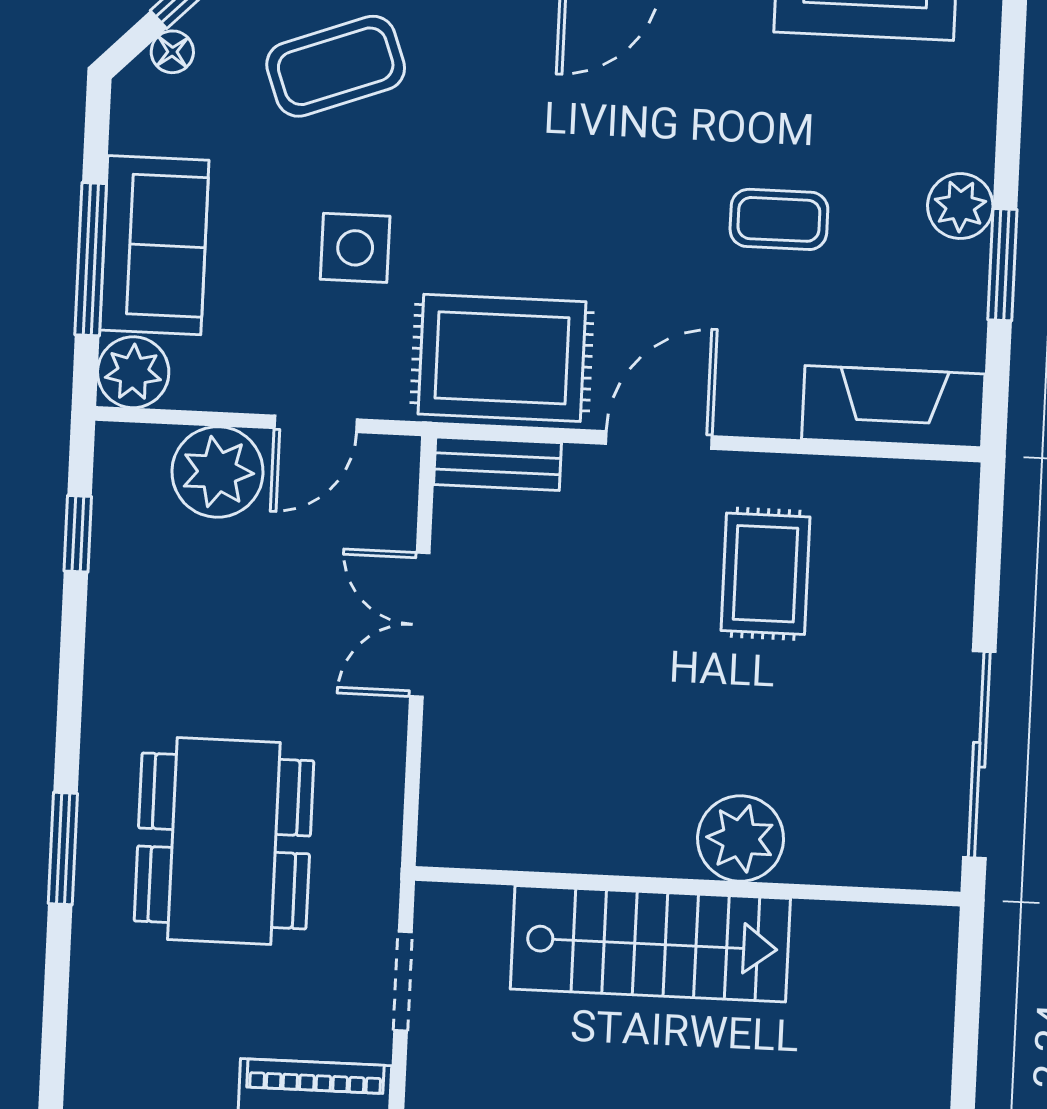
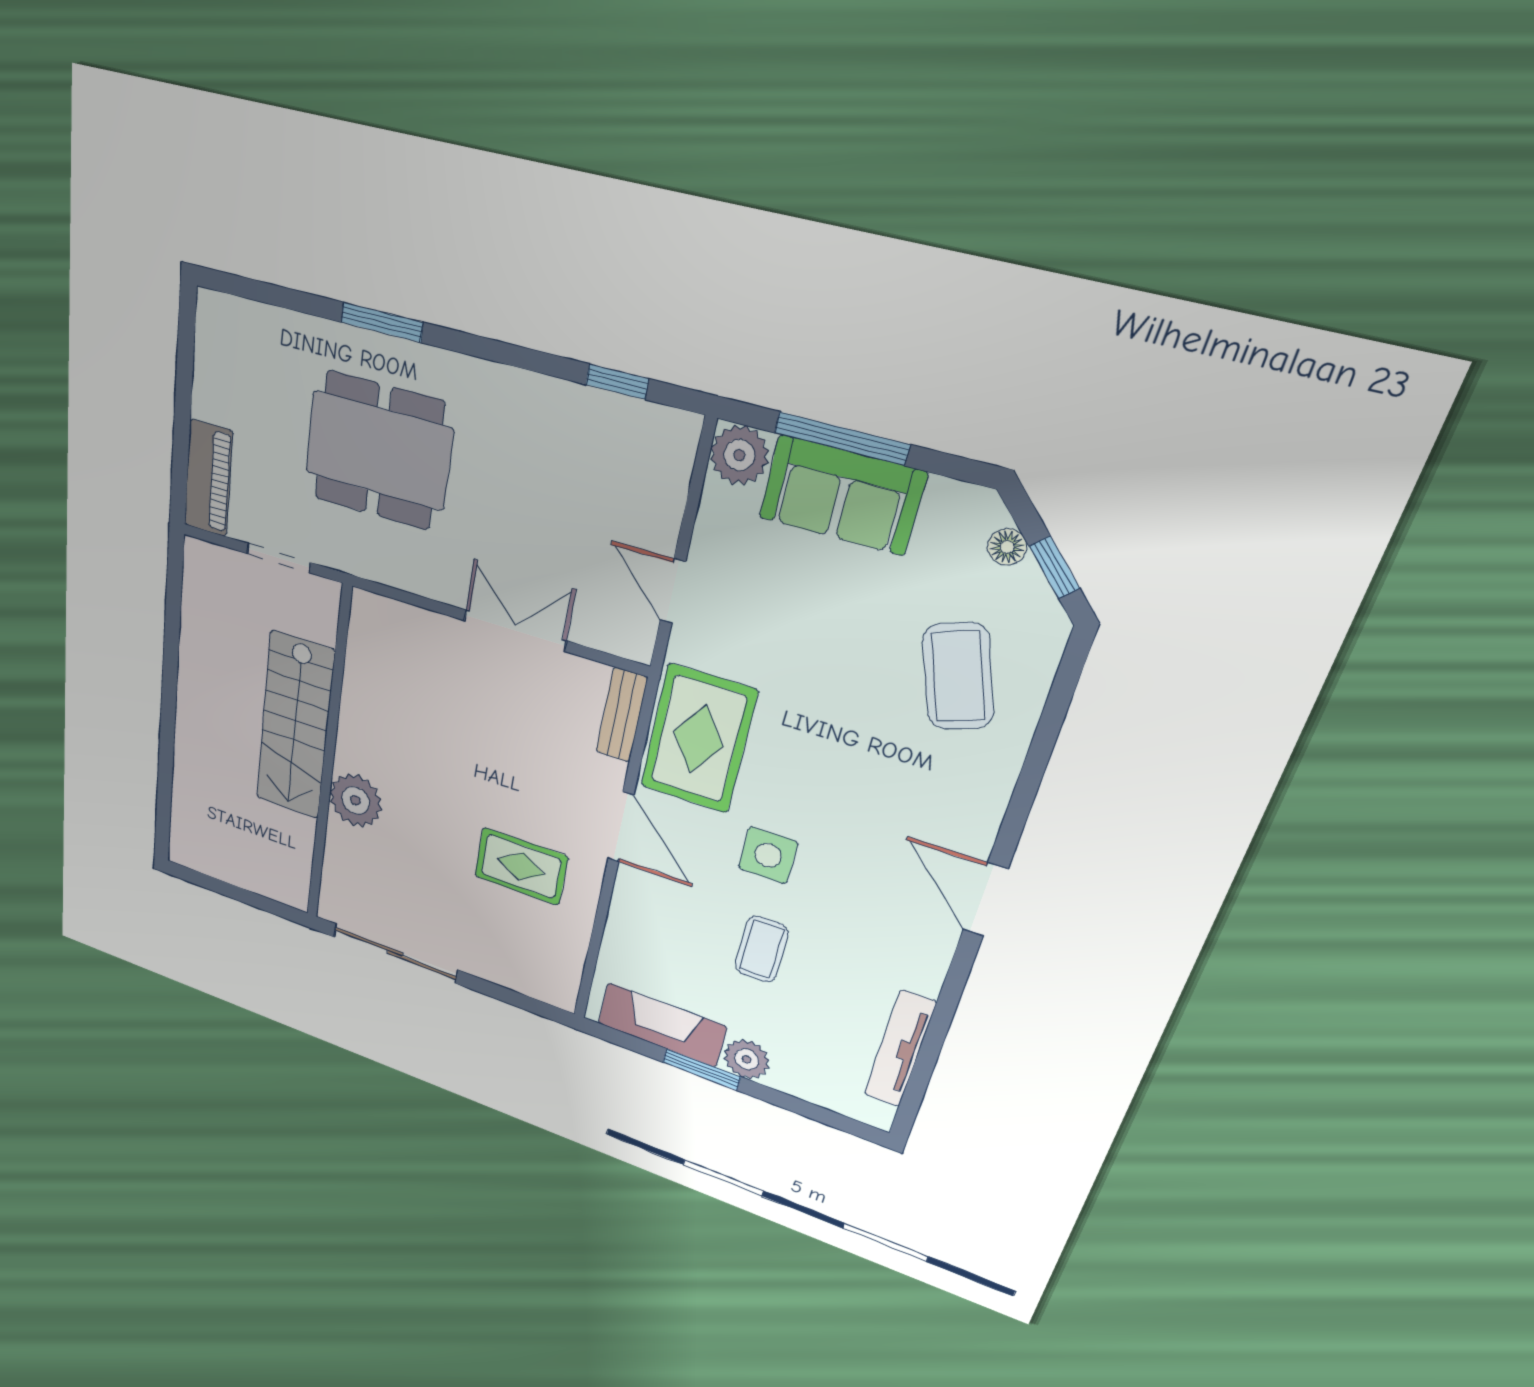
side table: (355, 248) -> (768, 855), moved
fireplace: (893, 407) -> (662, 1025), moved, turned -90
plant: (217, 472) -> (648, 506), removed

